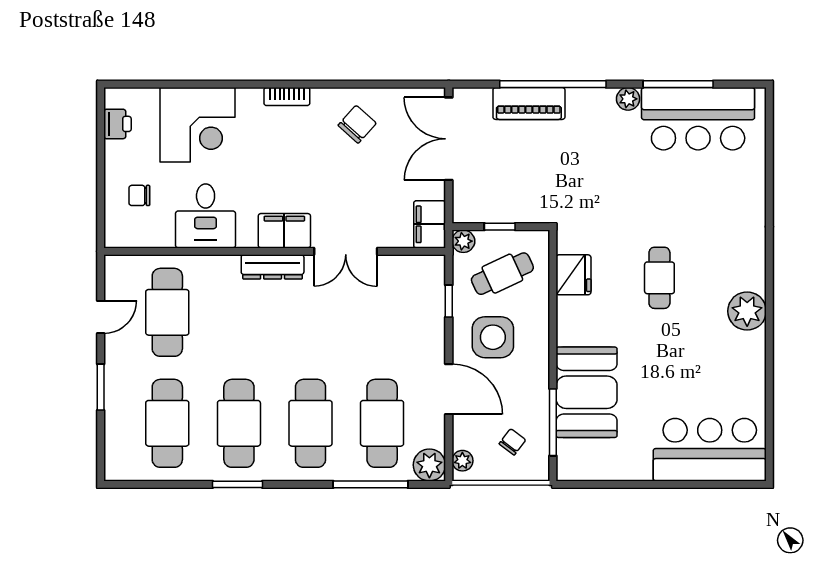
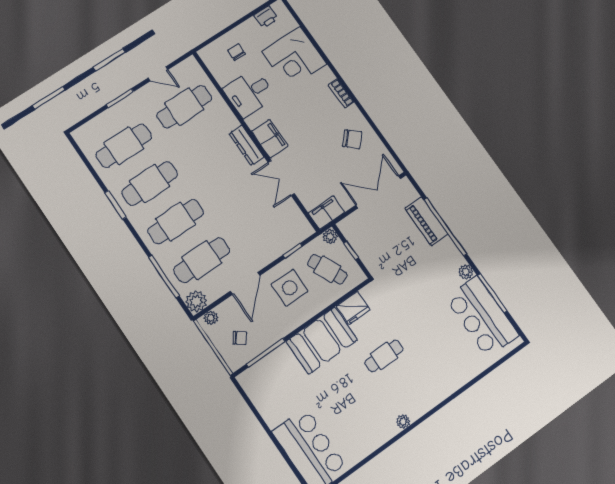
plant: (747, 311) -> (403, 422), width x0.53, depth x0.53
booth: (587, 392) -> (322, 341), moved

